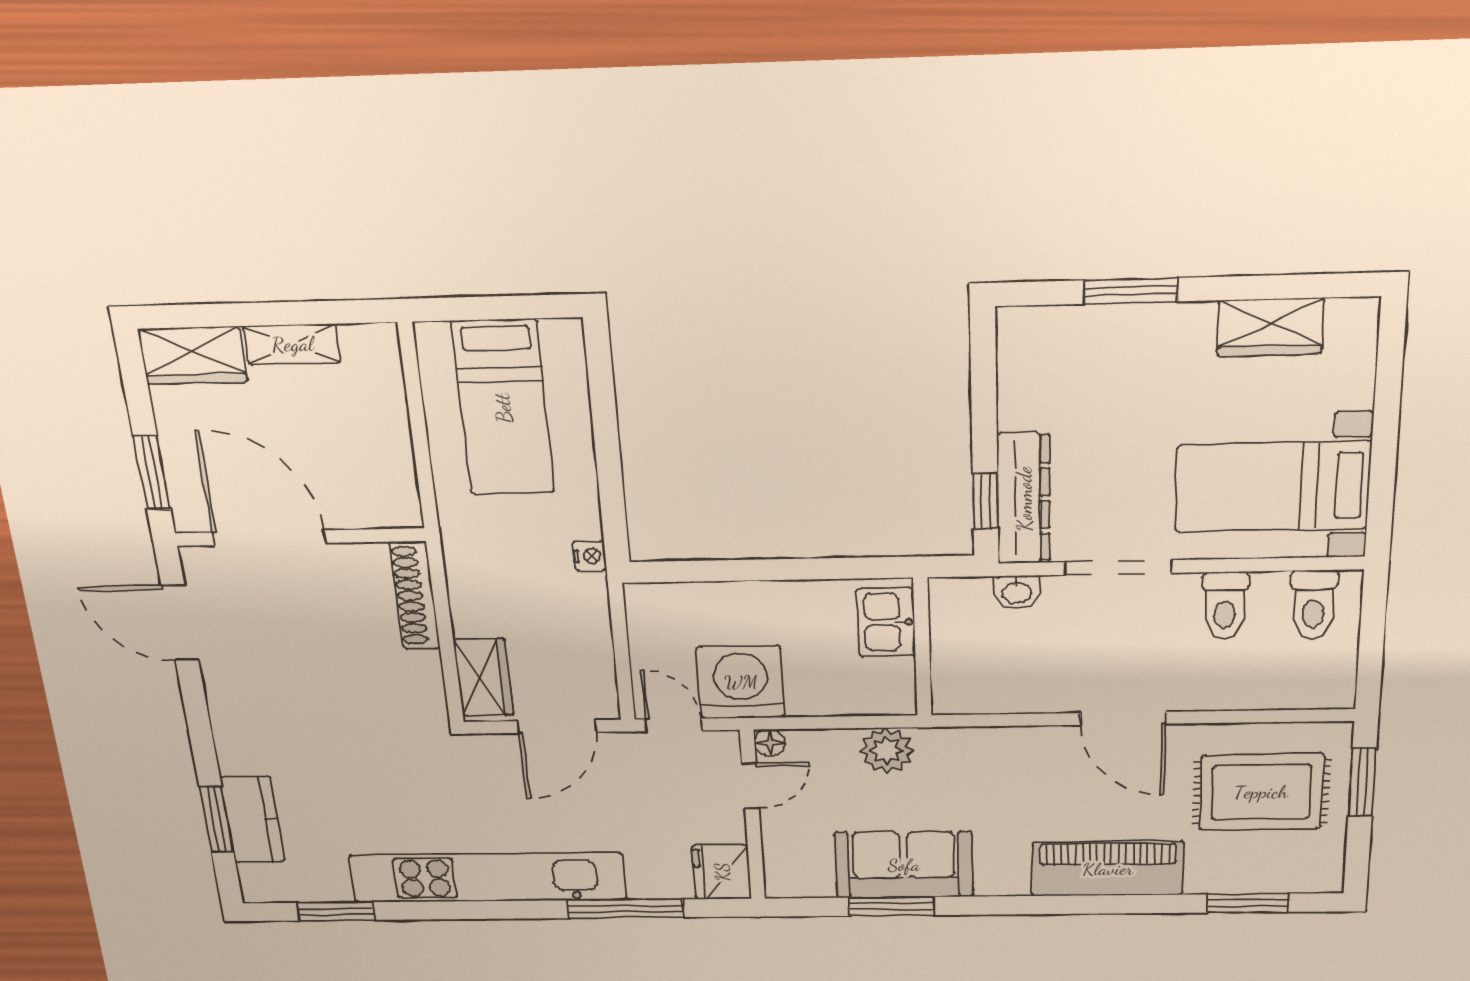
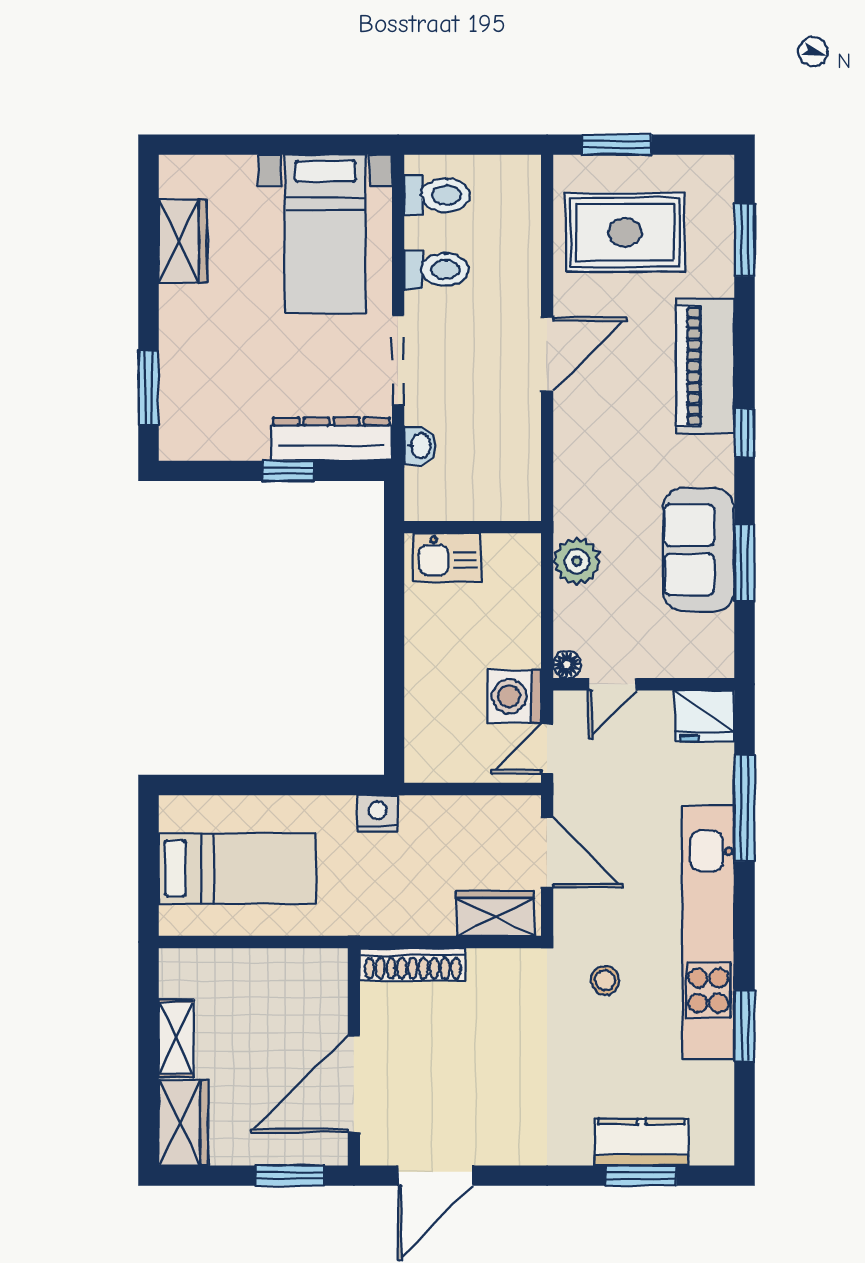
window: (1131, 291) -> (148, 388), moved
window: (986, 501) -> (288, 471), moved
nightstand: (590, 556) -> (377, 813), width x1.39, depth x1.35
washing machine: (741, 682) -> (514, 696), width x0.73, depth x0.73
stool: (423, 783) -> (605, 980), added
door: (750, 786) -> (612, 684), swing flipped
rug: (1261, 792) -> (625, 232), turned 90
window: (1033, 905) -> (744, 433), added
window: (336, 911) -> (744, 1026), moved

